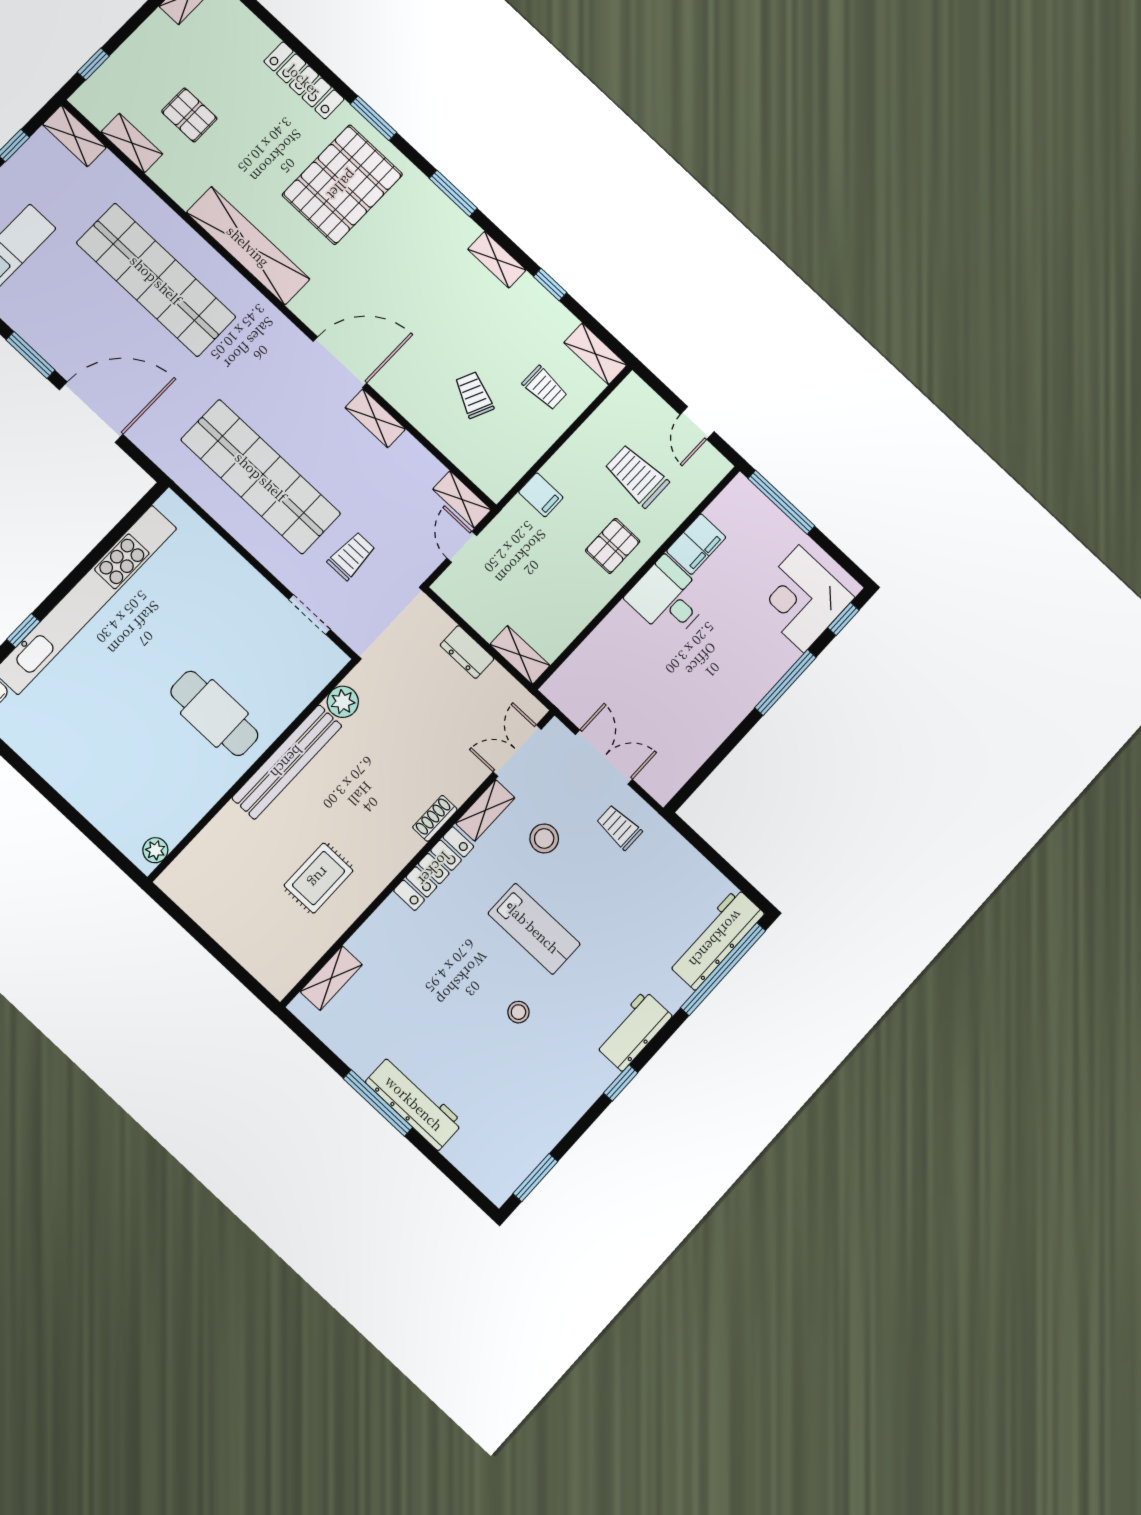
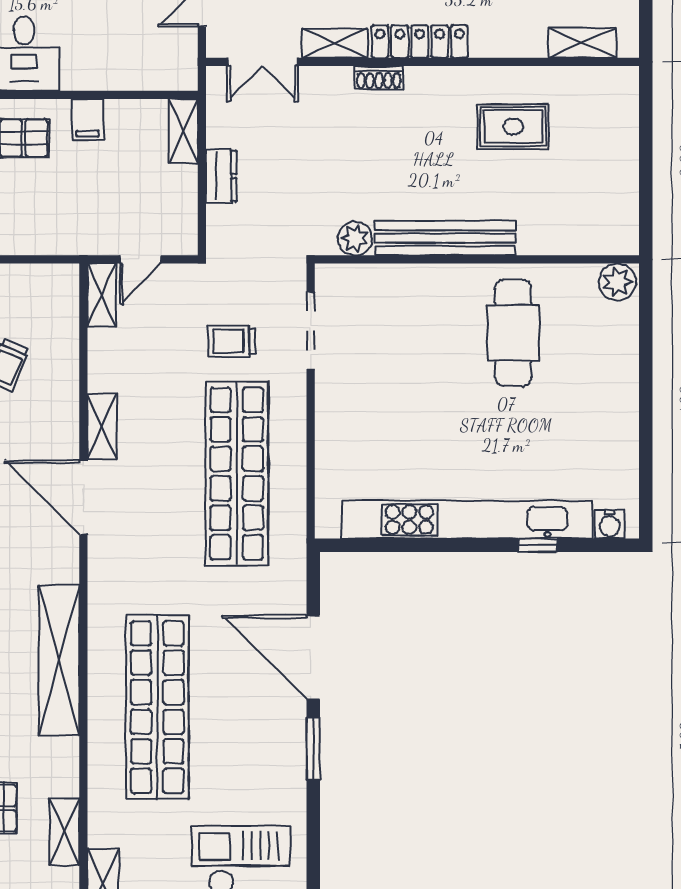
filing cabinet: (541, 495) -> (88, 119), moved, turned 180
doorway: (309, 615) -> (311, 331), width x1.38
cafe table: (214, 713) -> (513, 333), moved
plant: (155, 850) -> (617, 282), width x1.38, depth x1.38

